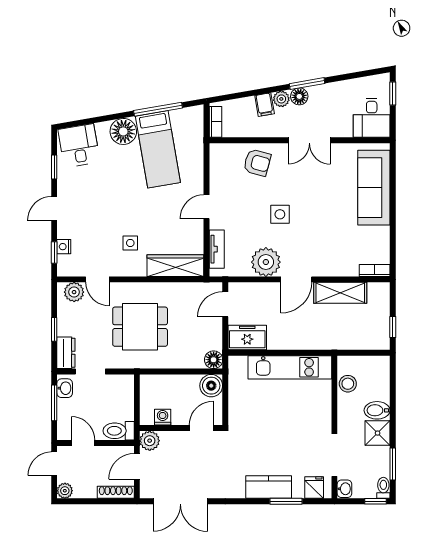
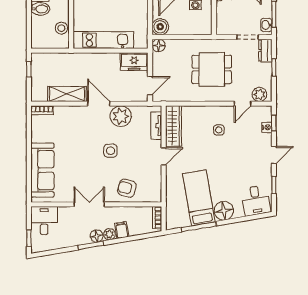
wardrobe: (175, 266) -> (174, 126), moved, turned -90
door: (97, 279) -> (243, 104), swing flipped
door: (296, 279) -> (99, 104), hinge flipped

